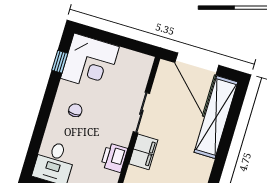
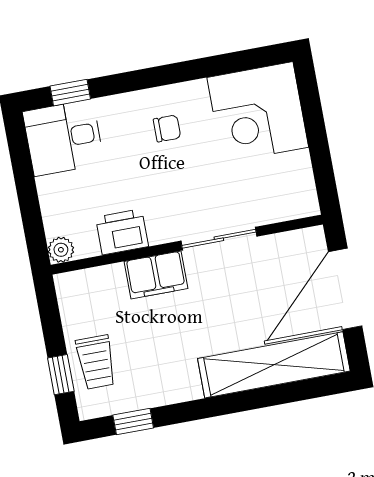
window: (60, 62) -> (70, 93), moved

